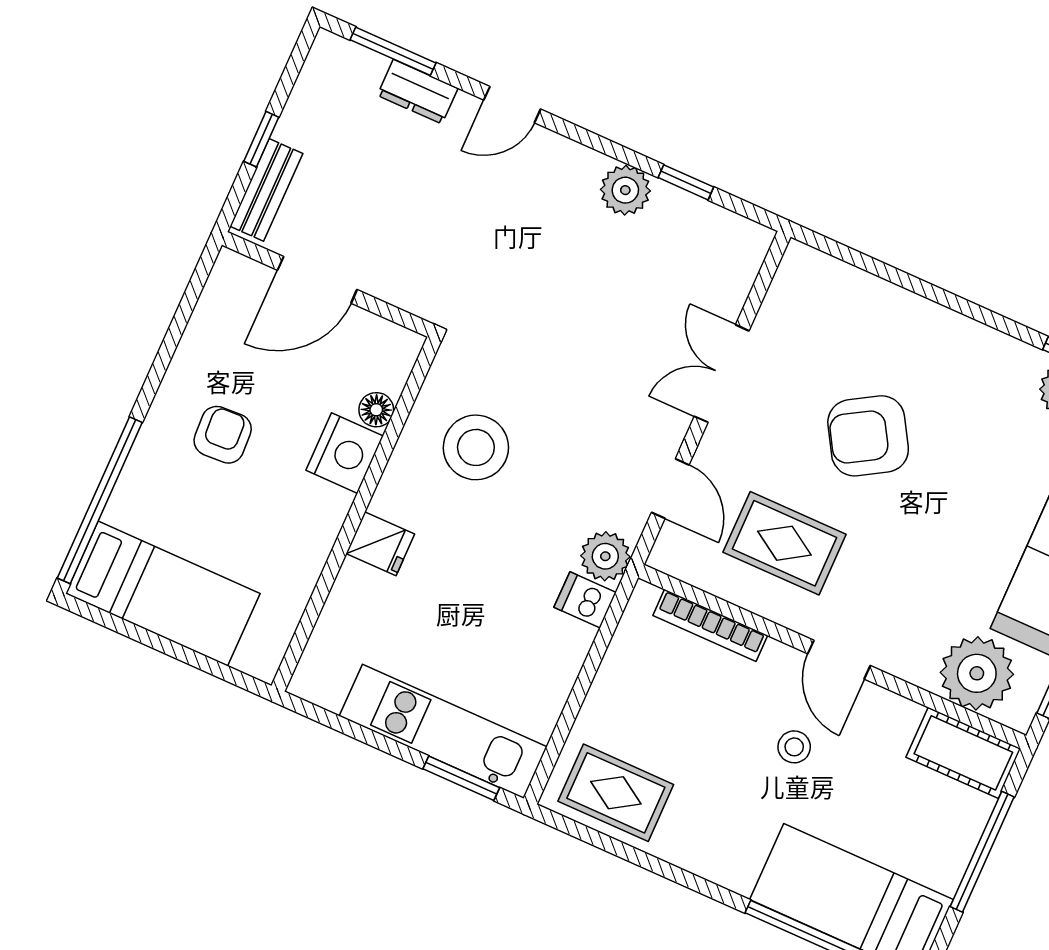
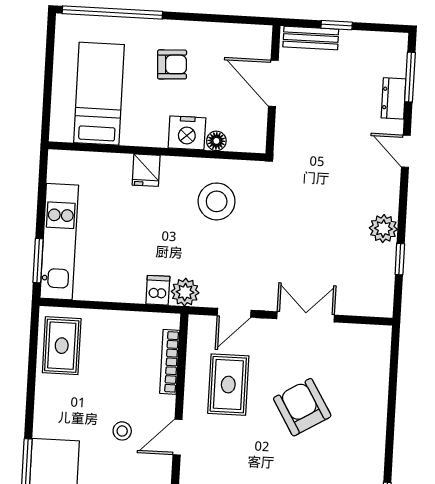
bed: (163, 593) -> (99, 94), moved, turned 180

